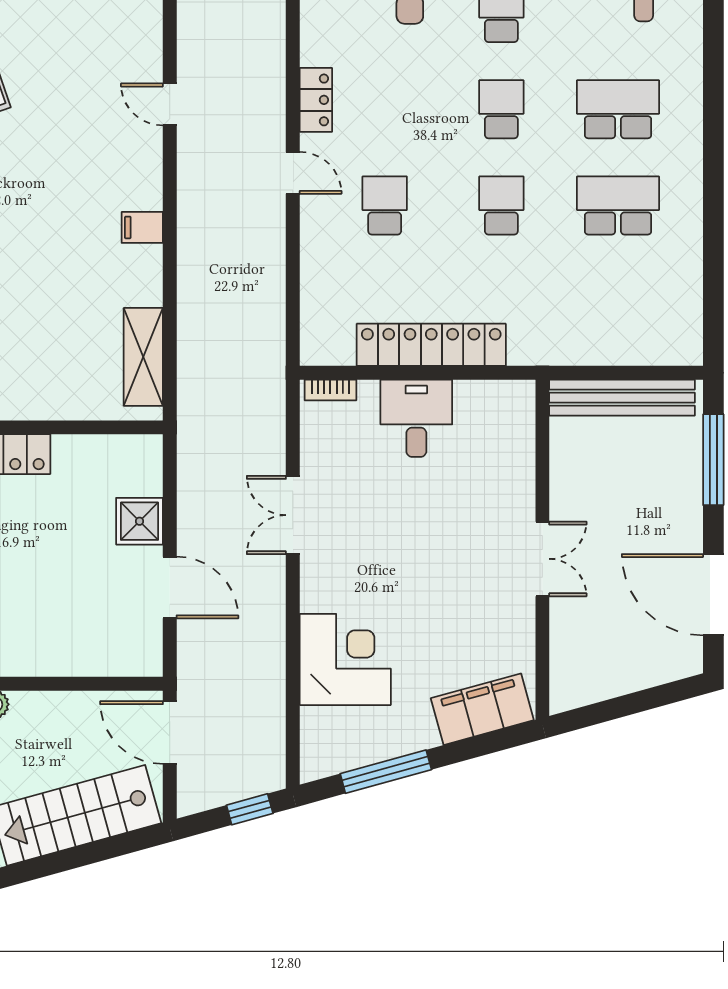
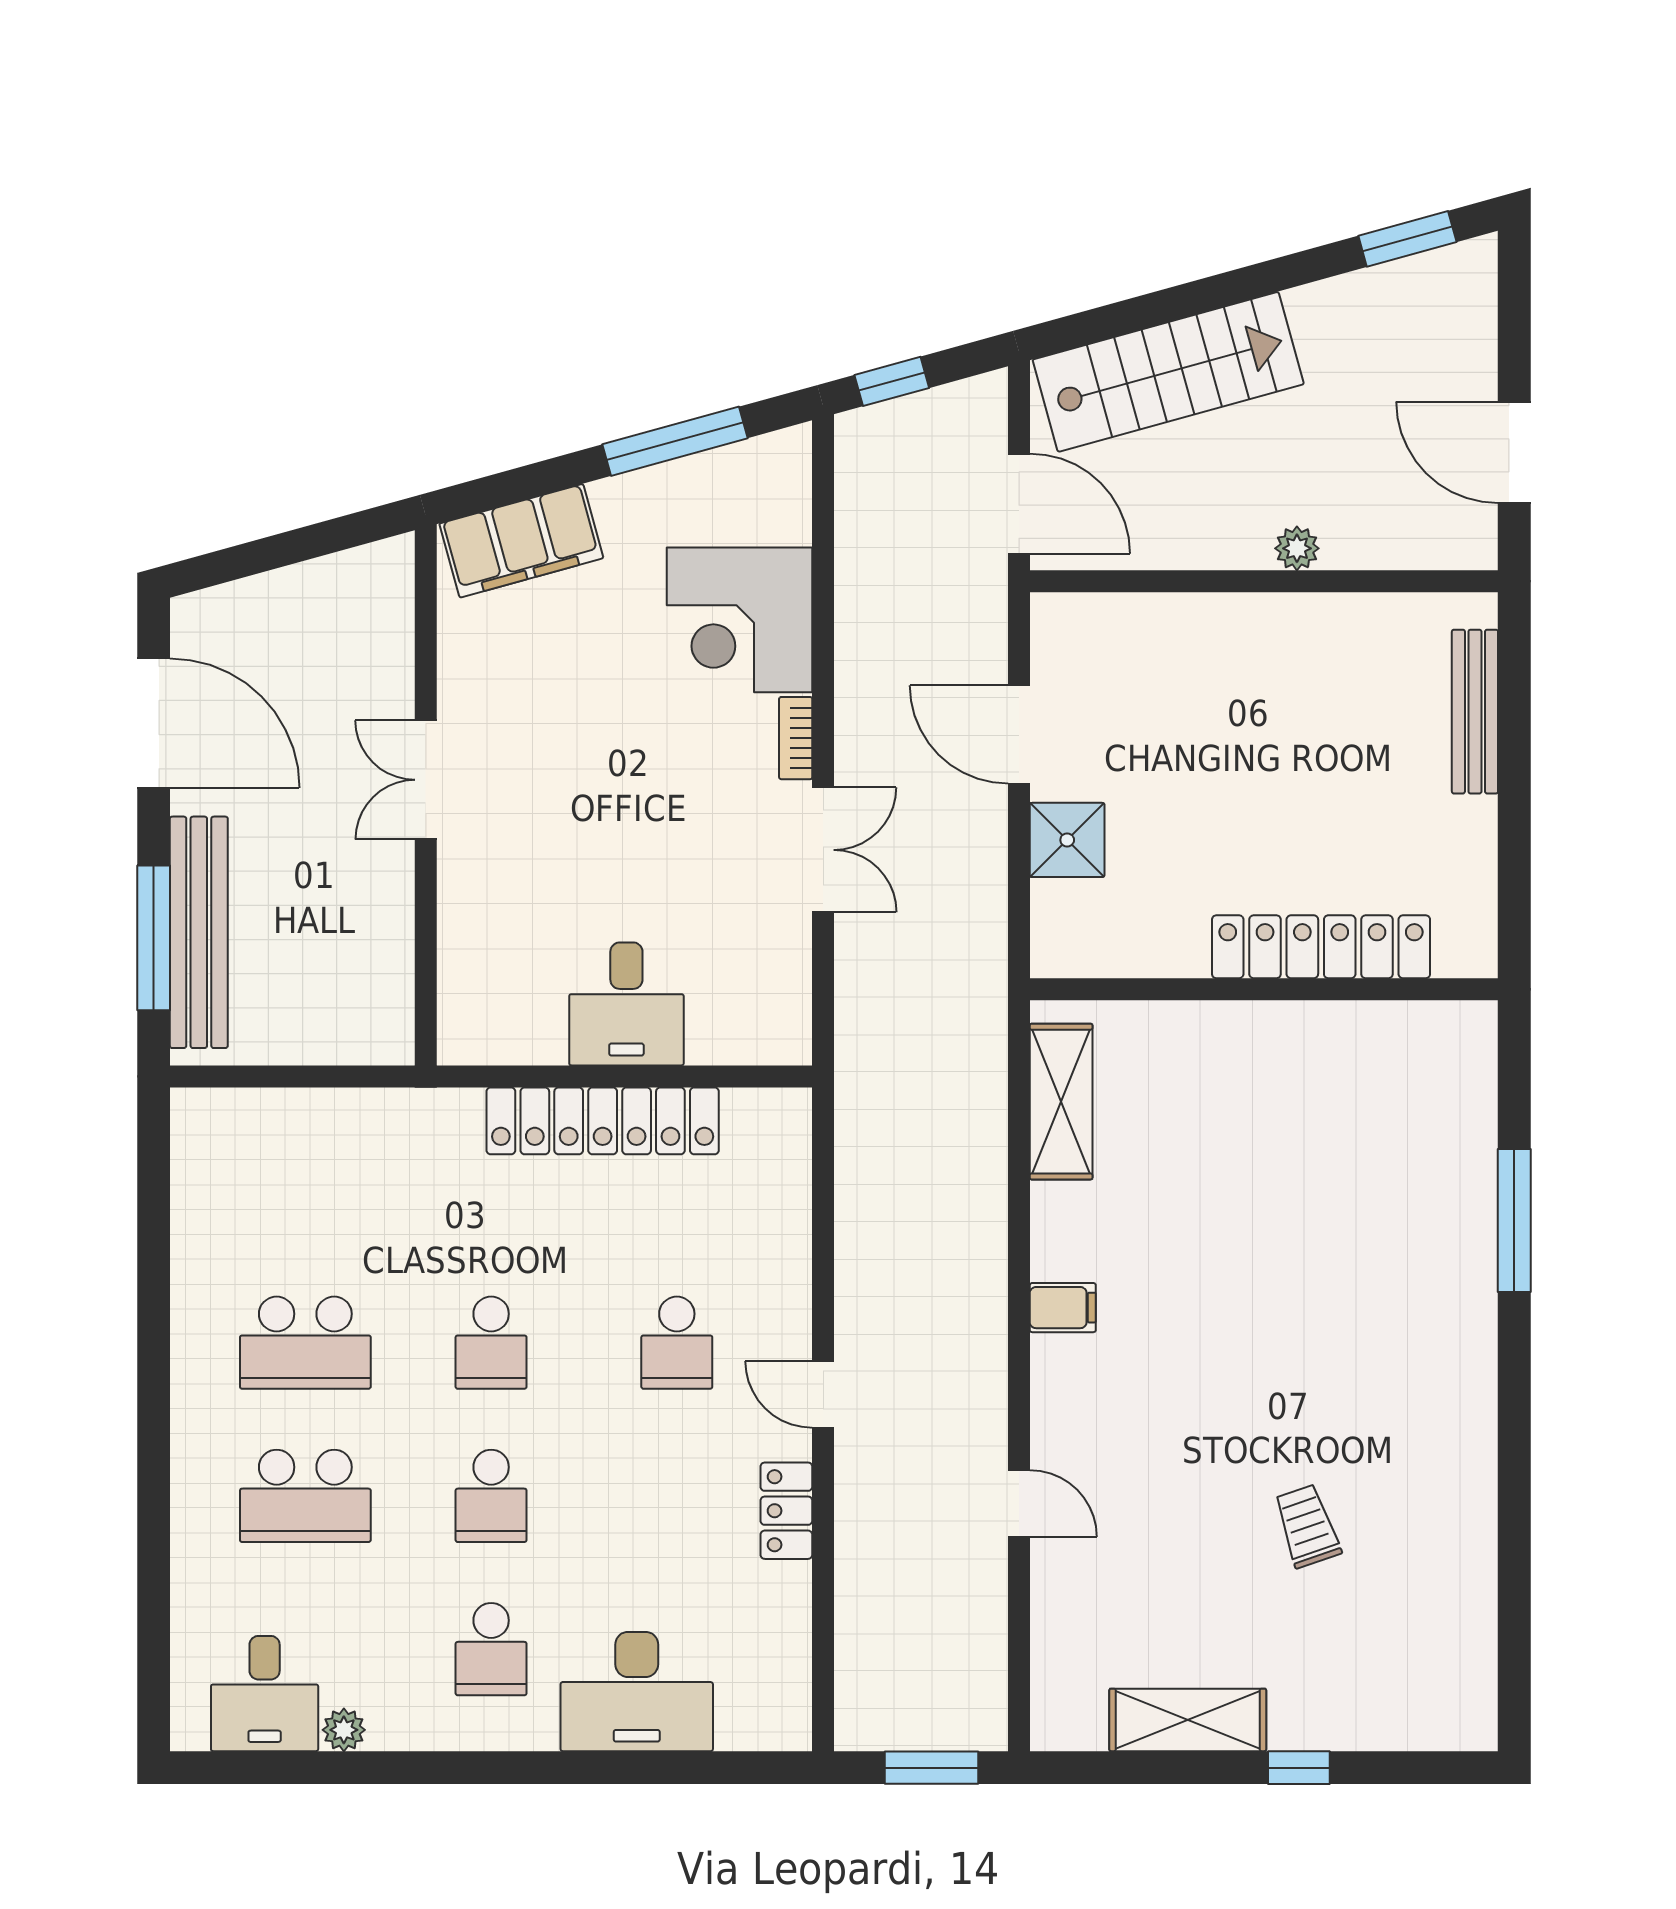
bookcase: (330, 390) -> (796, 738), moved, turned -90
bench: (622, 398) -> (199, 932), moved, turned 90

